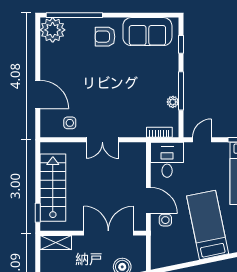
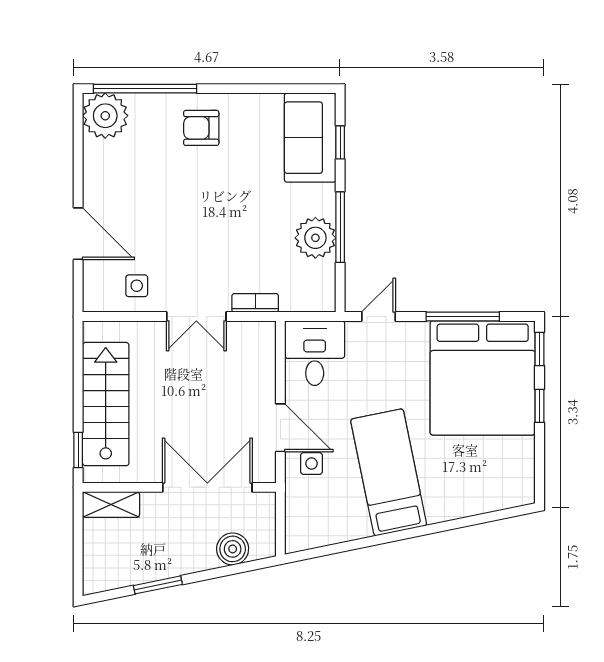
sofa: (147, 32) -> (310, 138), moved, turned 90
plant: (173, 102) -> (315, 238), width x1.87, depth x1.87
bookcase: (159, 132) -> (255, 303), moved

